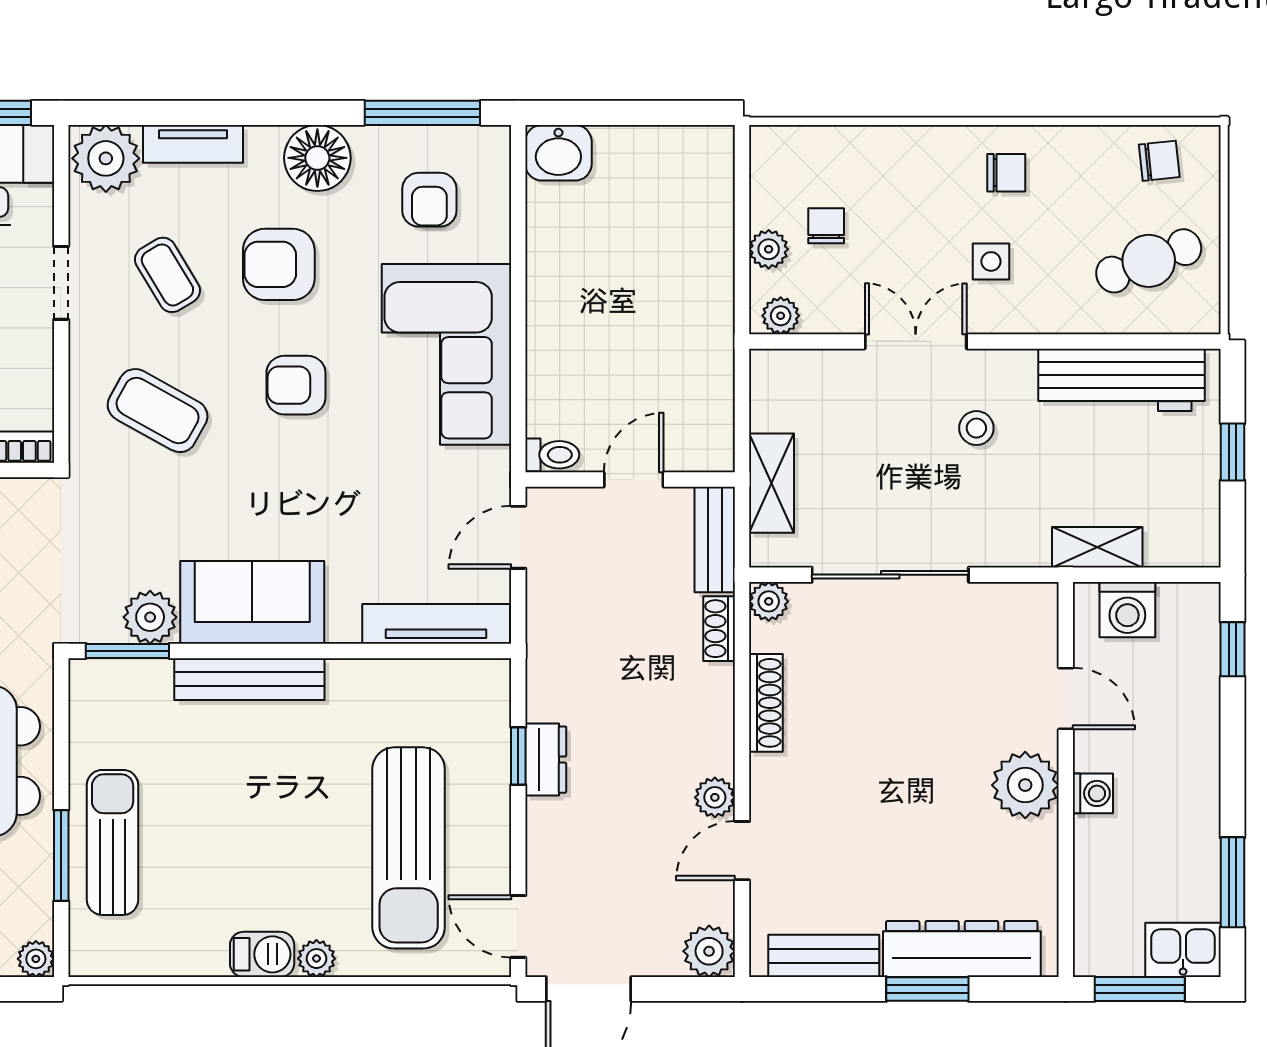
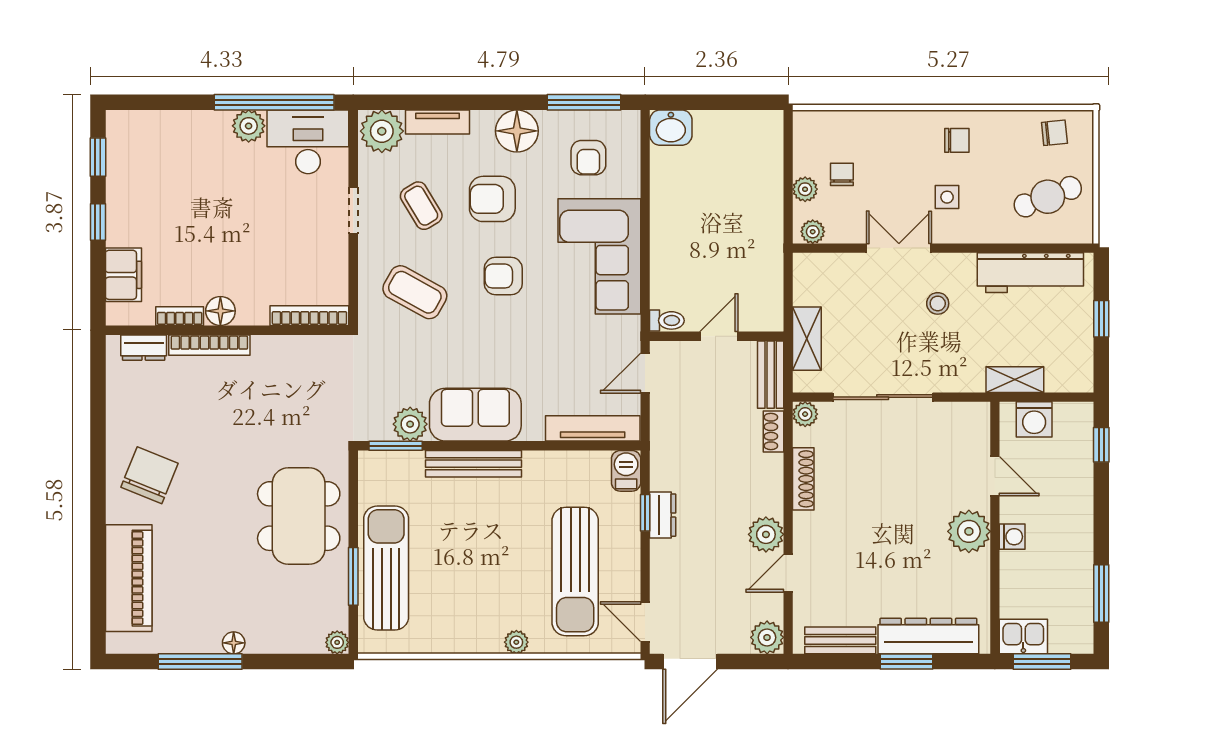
plant: (715, 797) -> (766, 534), width x1.38, depth x1.38
sun lounger: (113, 842) -> (386, 568), width x1.36, depth x1.34
kitchen sink: (1183, 950) -> (1023, 637), moved
barbecue: (262, 954) -> (626, 471), moved, turned -90

